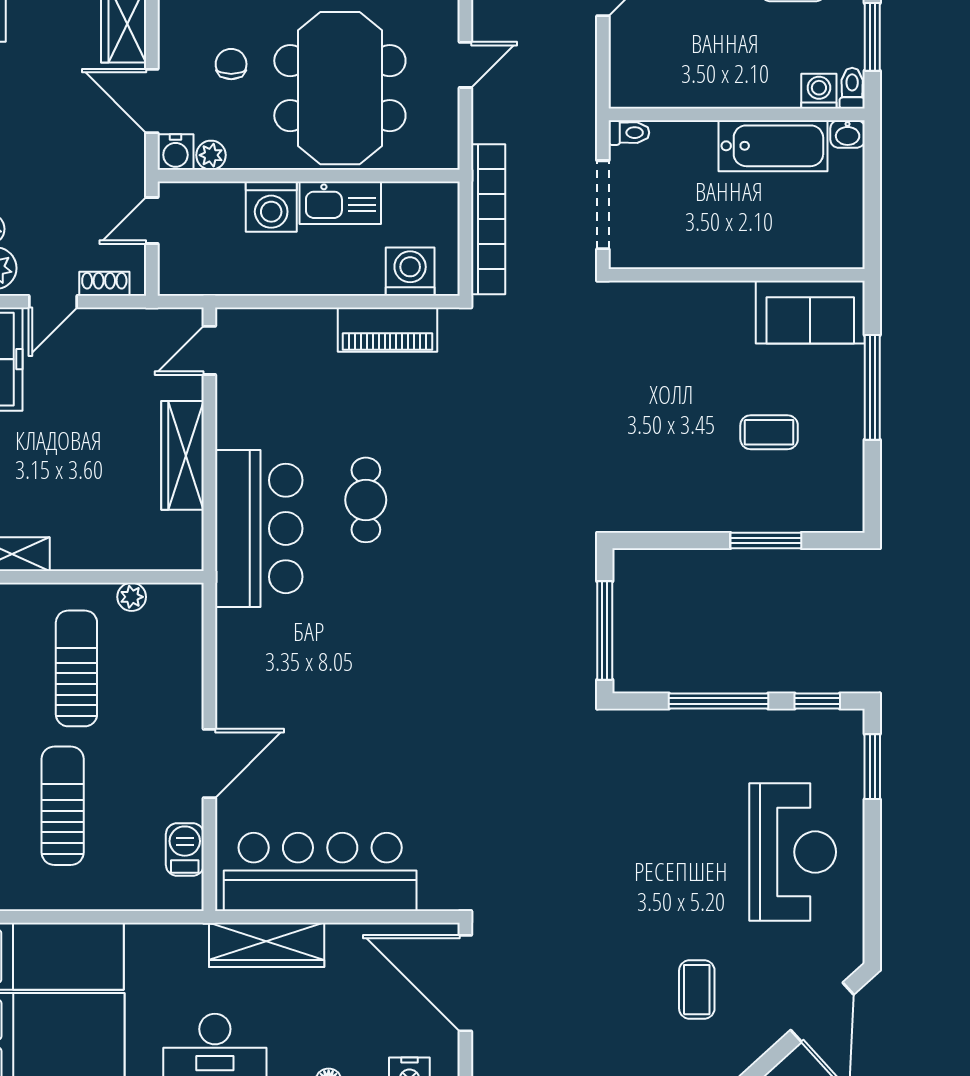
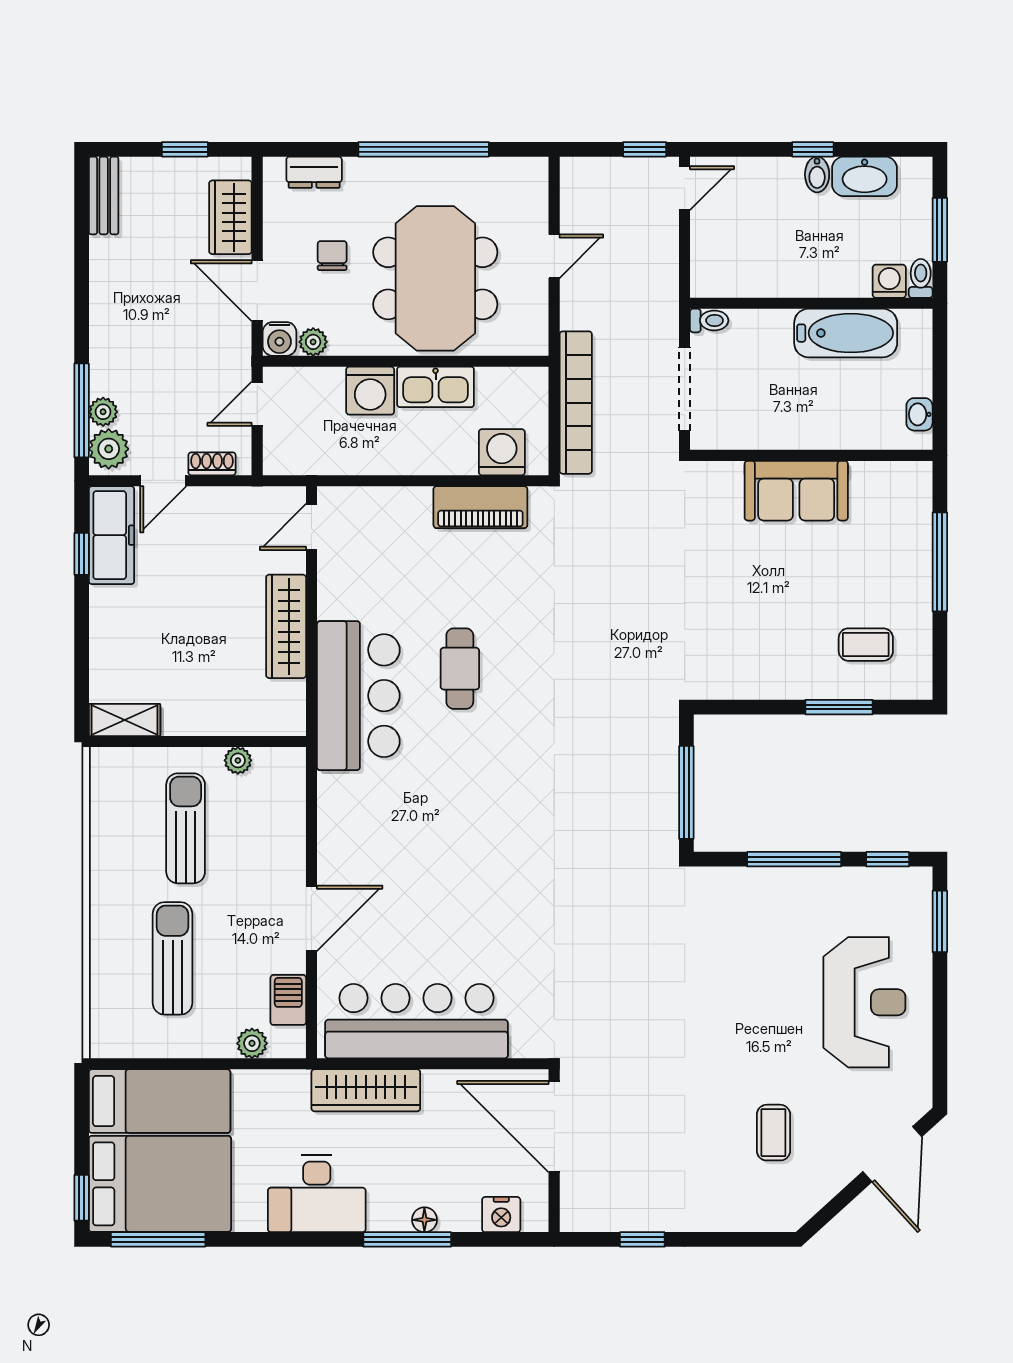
washbasin: (848, 134) -> (919, 414), moved, turned 90
sofa: (810, 312) -> (796, 491), moved
coffee table: (769, 432) -> (866, 645), moved
plant: (146, 895) -> (252, 1043), added

